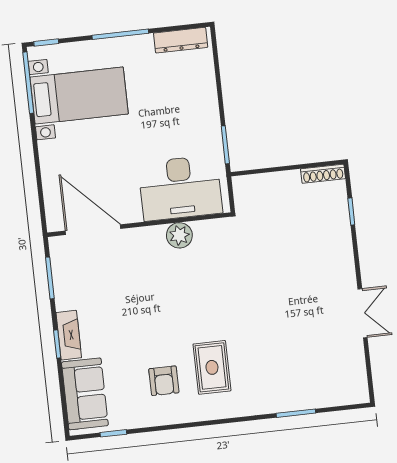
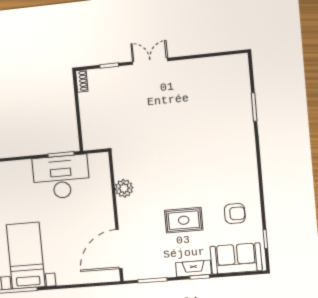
shoe rack: (323, 174) -> (82, 81), width x0.70
desk: (180, 188) -> (61, 177), moved, turned -90
double door: (363, 313) -> (150, 61), moved
rug: (212, 367) -> (184, 220), moved
armchair: (164, 381) -> (235, 214), moved

